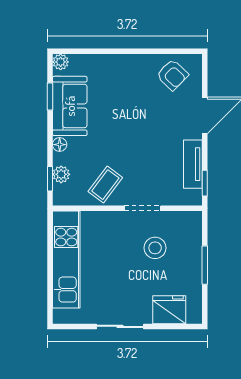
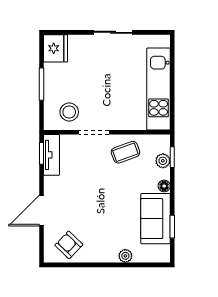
plant: (61, 62) -> (125, 256), moved
tv unit: (193, 164) -> (51, 155), moved
coffee table: (105, 185) -> (125, 152), turned 33
stool: (155, 248) -> (69, 112), moved
fridge: (169, 310) -> (56, 48), moved, turned -90

